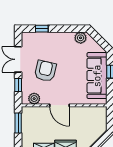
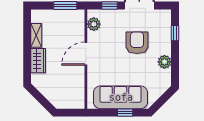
plant: (81, 38) -> (164, 62), moved
armchair: (45, 71) -> (137, 43), moved, turned -103

